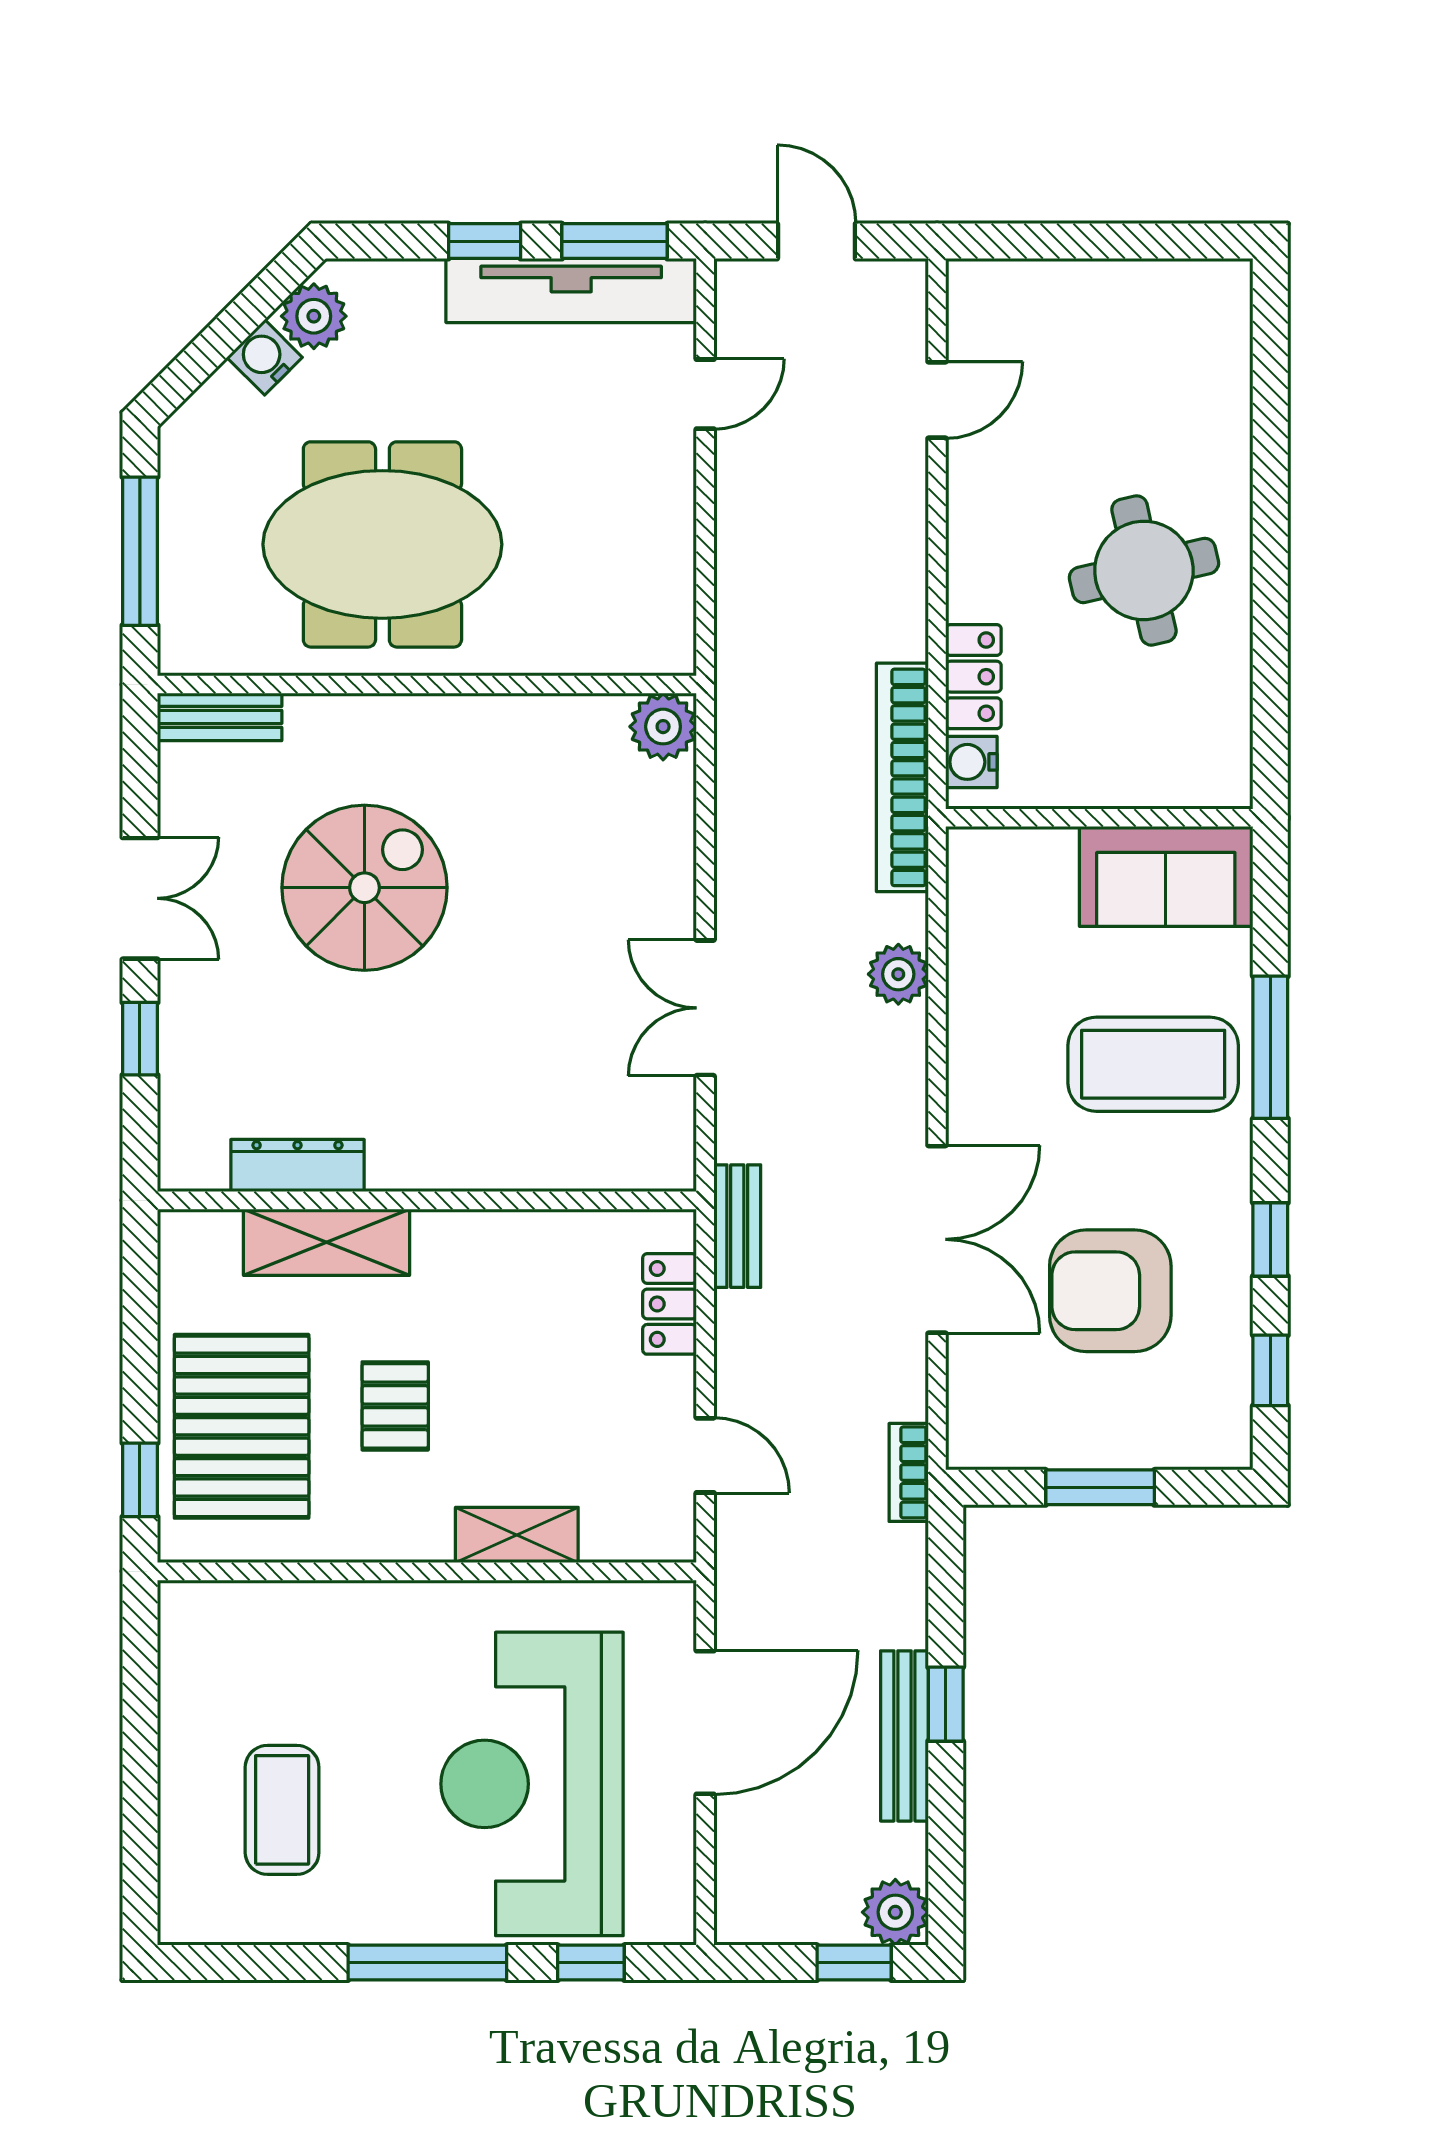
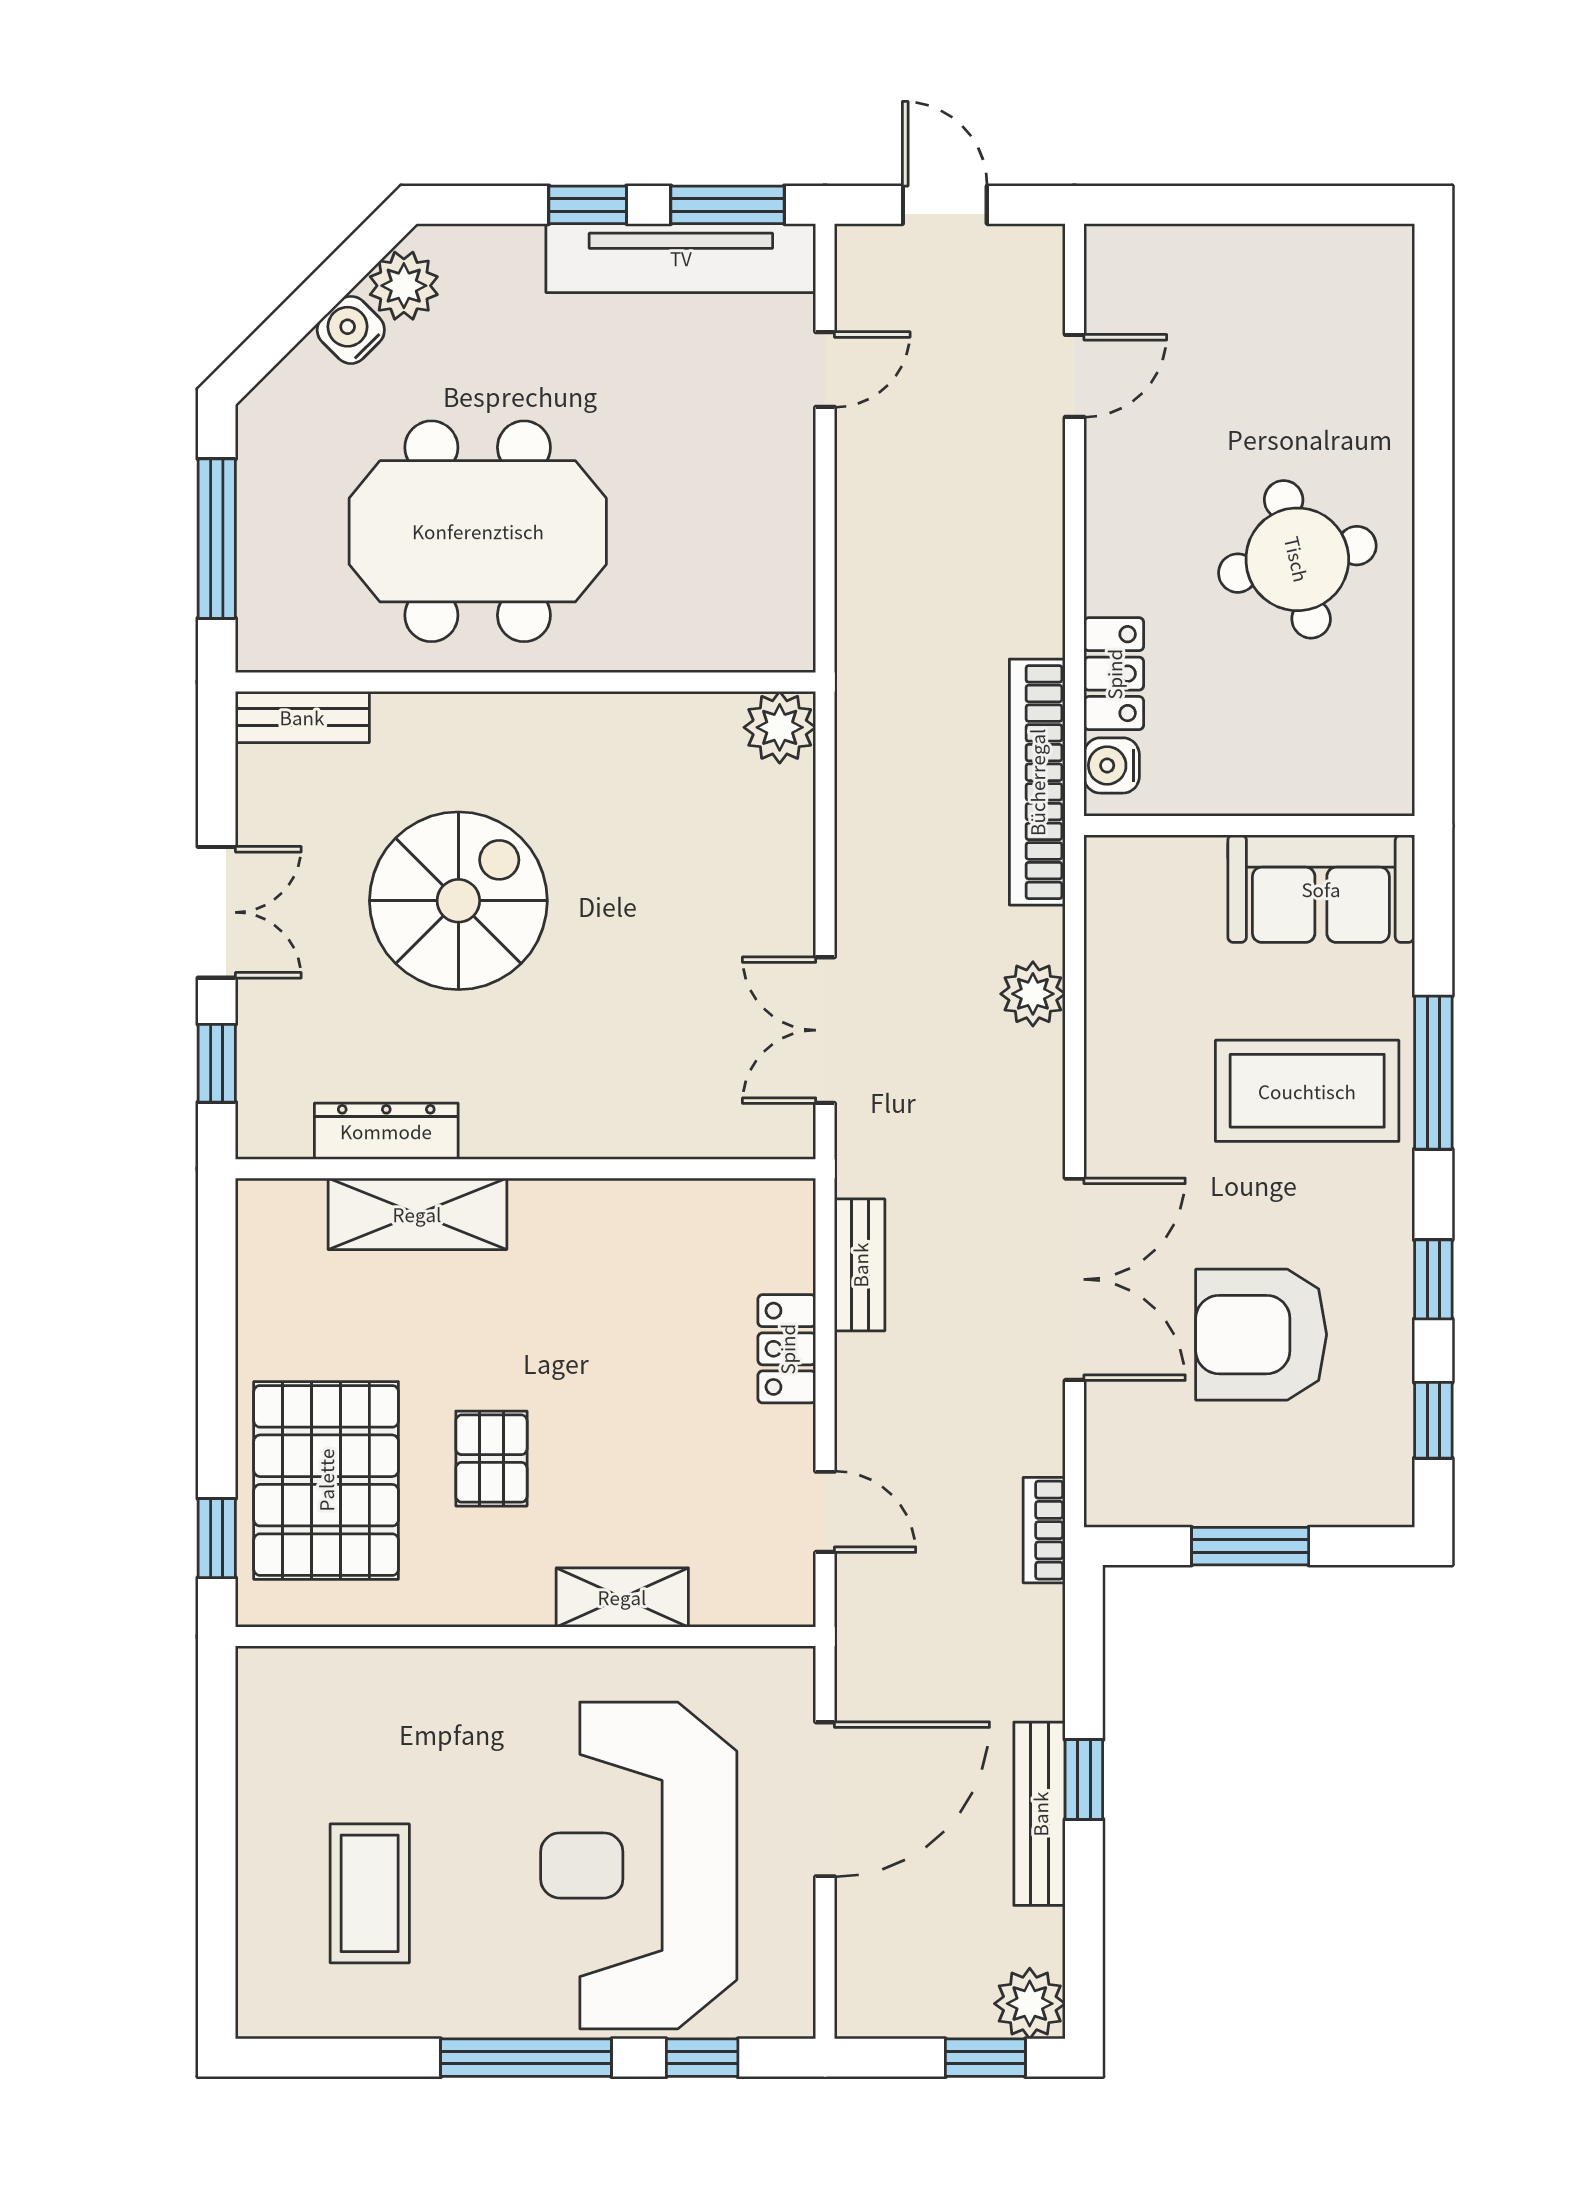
dresser: (298, 1166) -> (386, 1131), moved
wall: (427, 1200) -> (526, 1169), moved
shelving: (326, 1242) -> (417, 1214), moved

